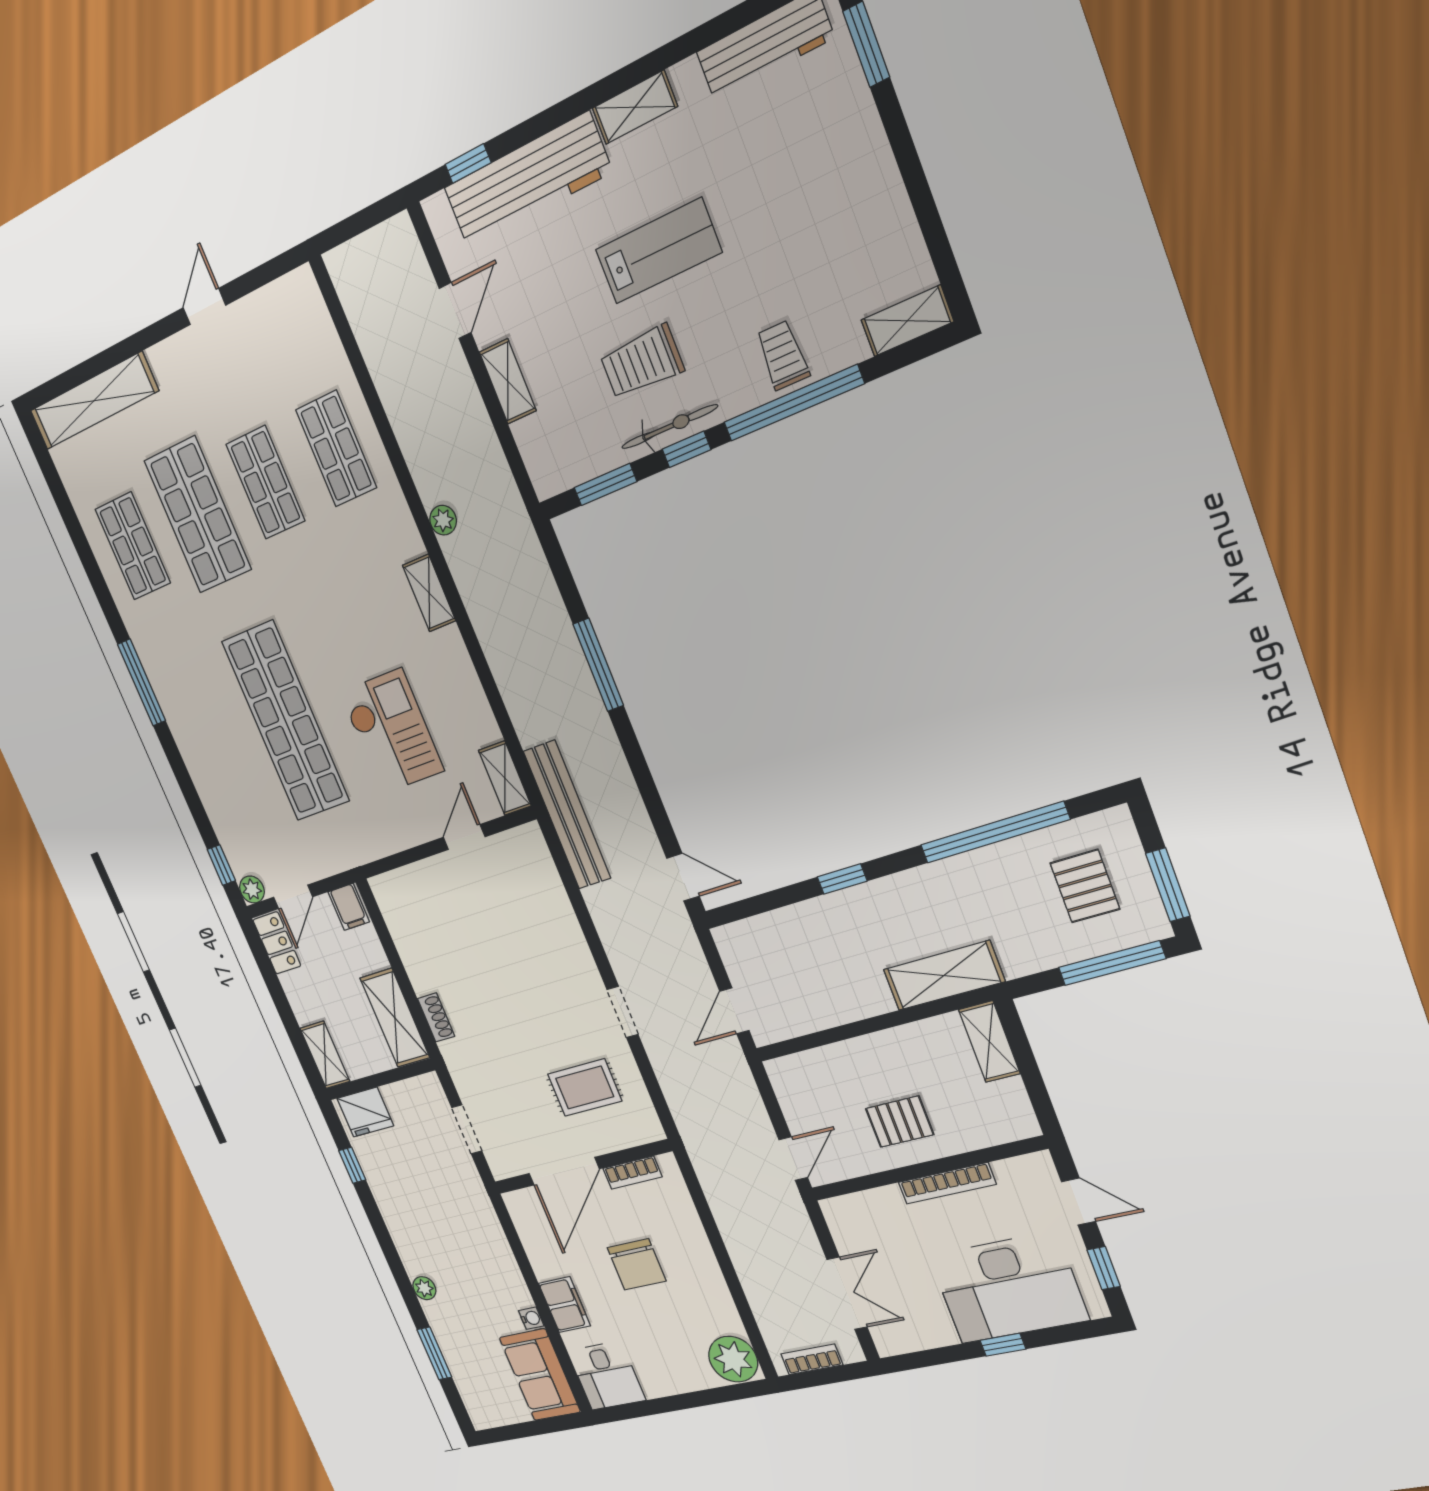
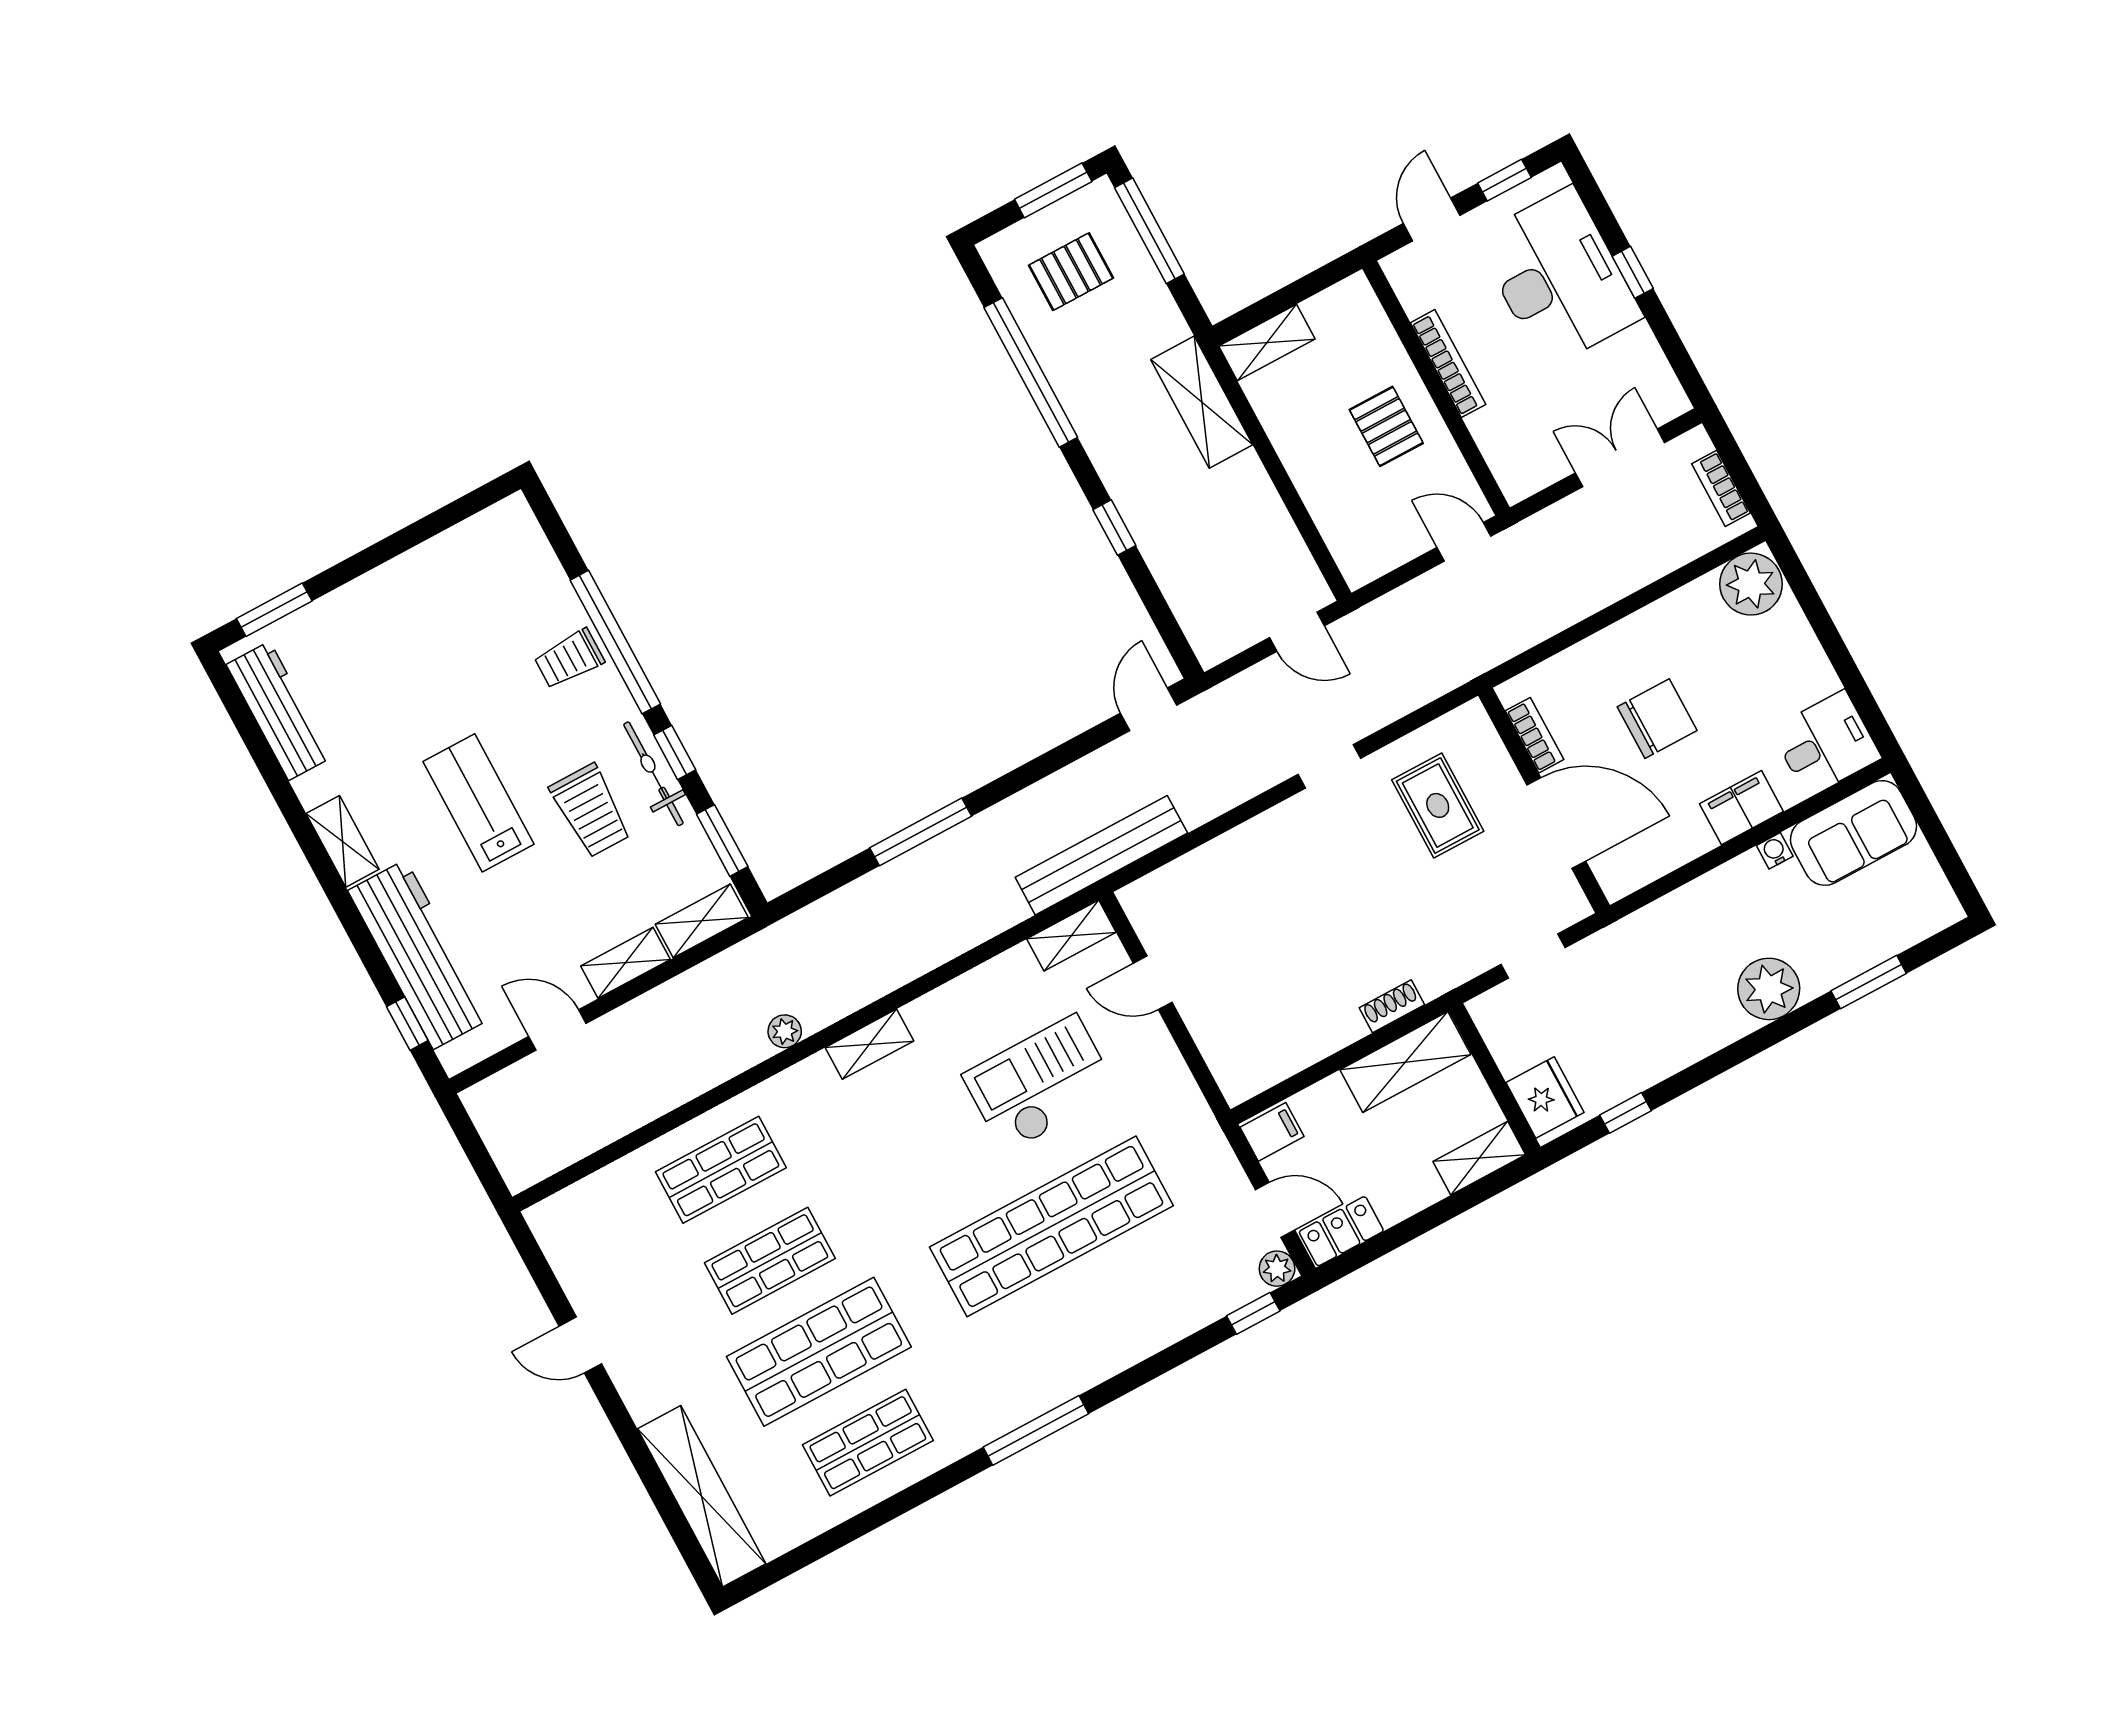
shelving: (907, 321) -> (702, 921), moved, turned 90
plant: (424, 1288) -> (1769, 989), width x1.88, depth x1.88

